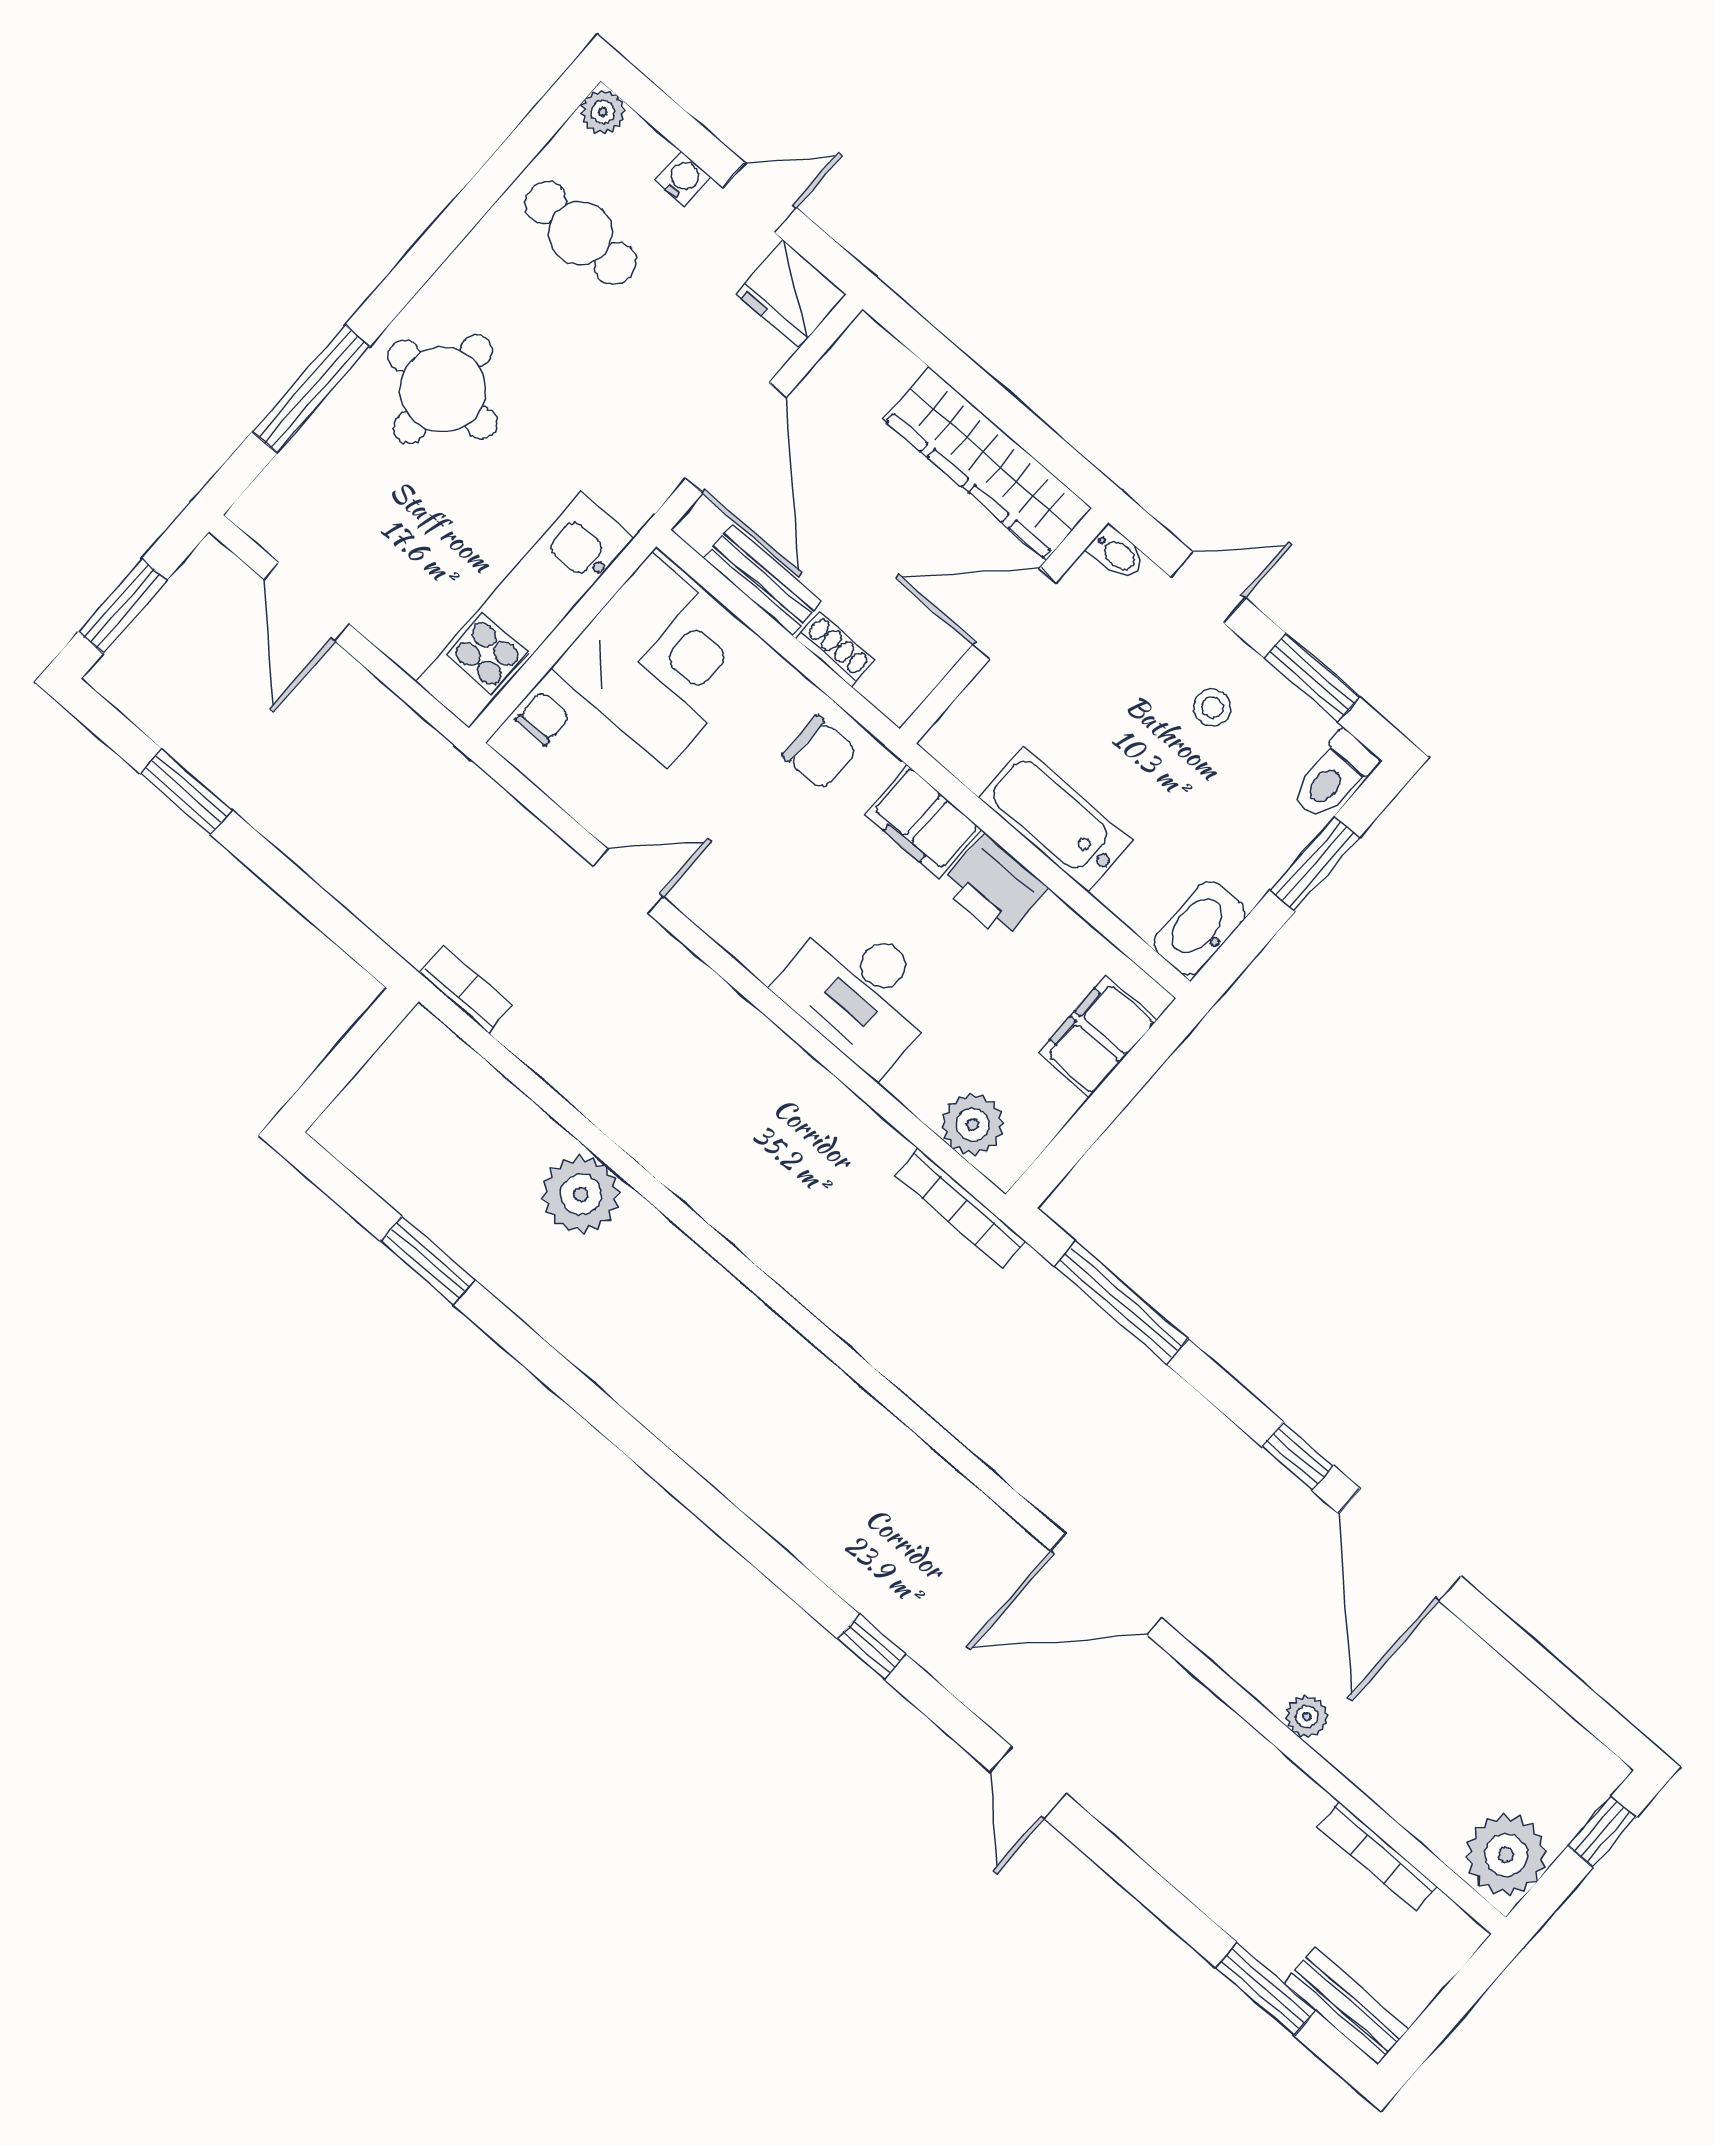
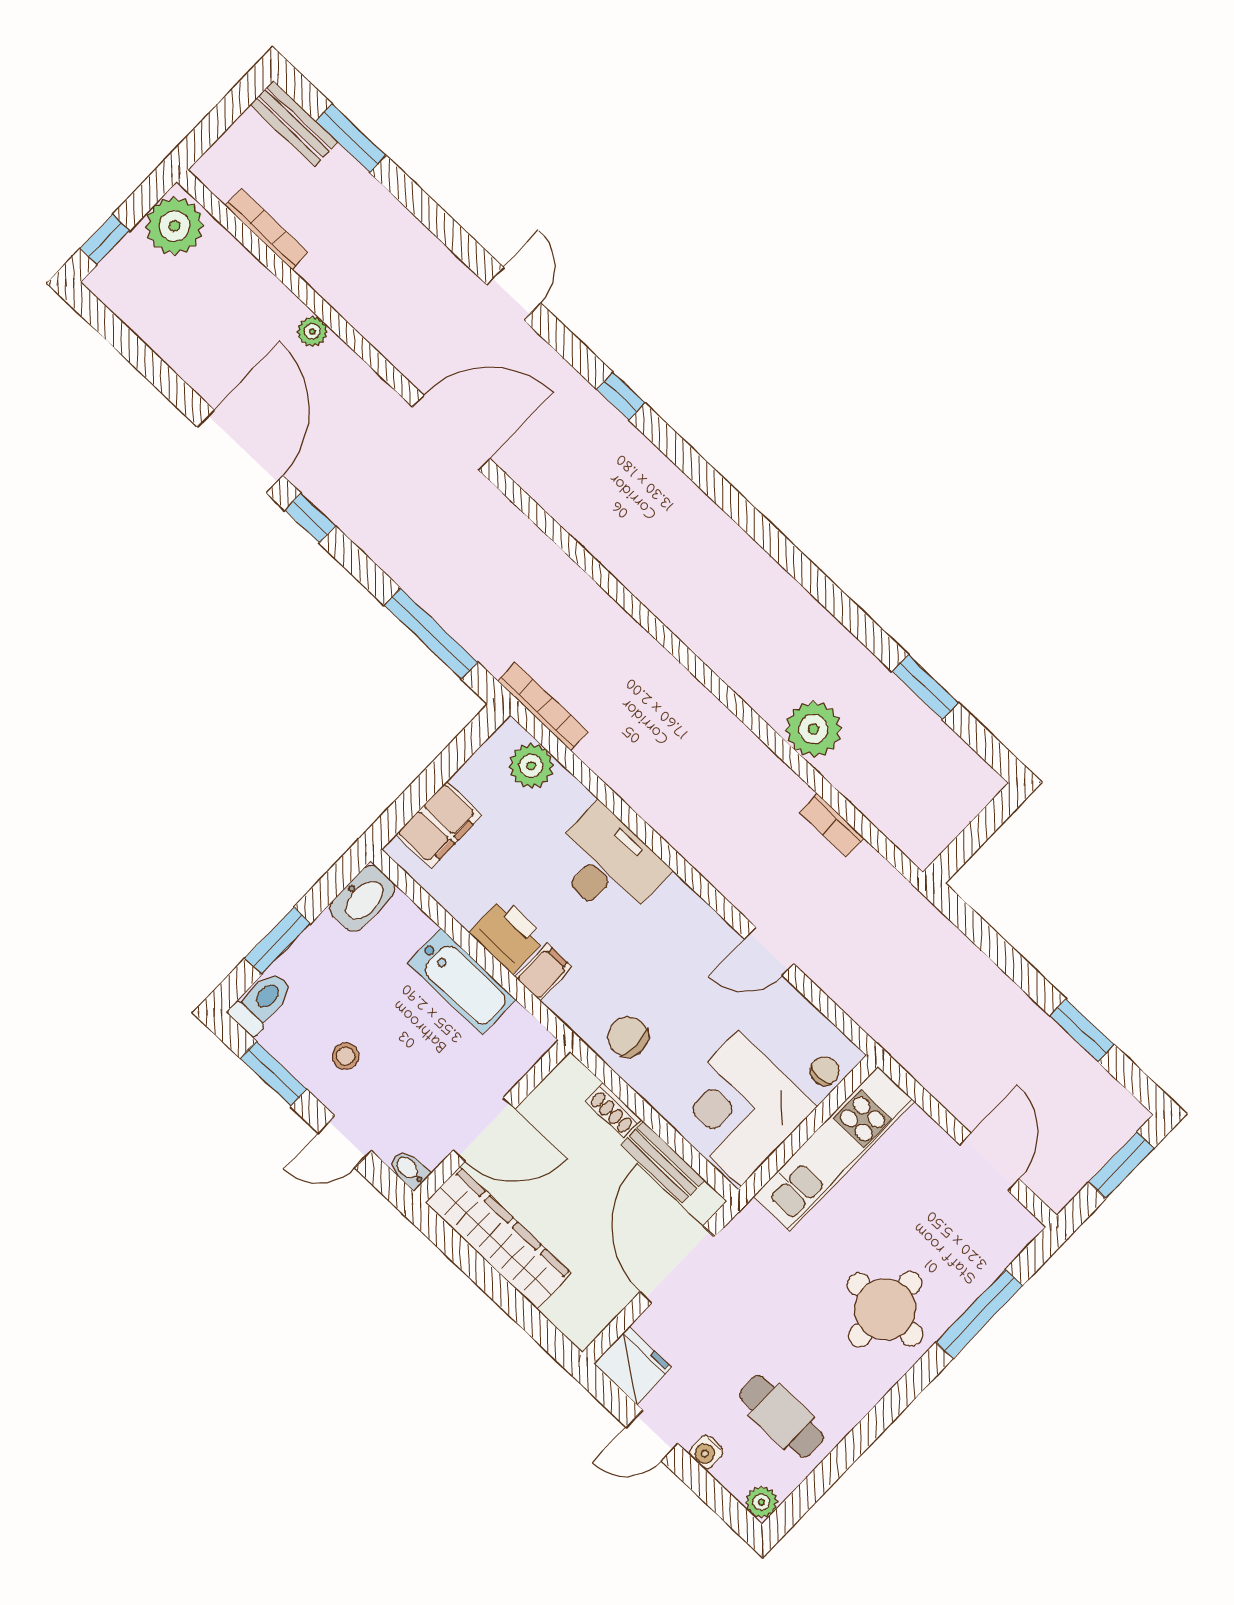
chair: (543, 718) -> (825, 1071), turned 180
filing cabinet: (923, 822) -> (544, 972), width x0.50
bookcase: (466, 989) -> (832, 825), moved

